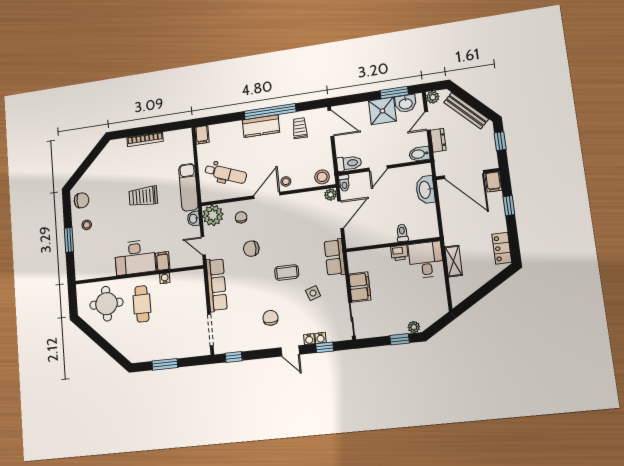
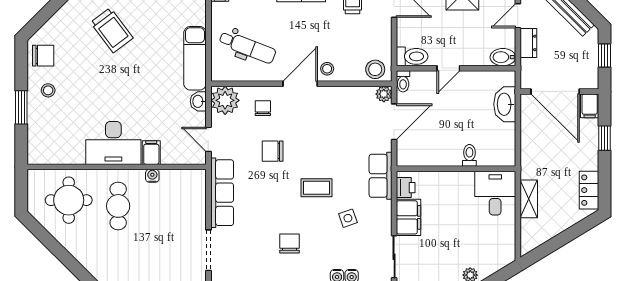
trolley: (143, 196) -> (112, 30), moved, turned -127
printer: (399, 253) -> (406, 188), moved, turned -90

